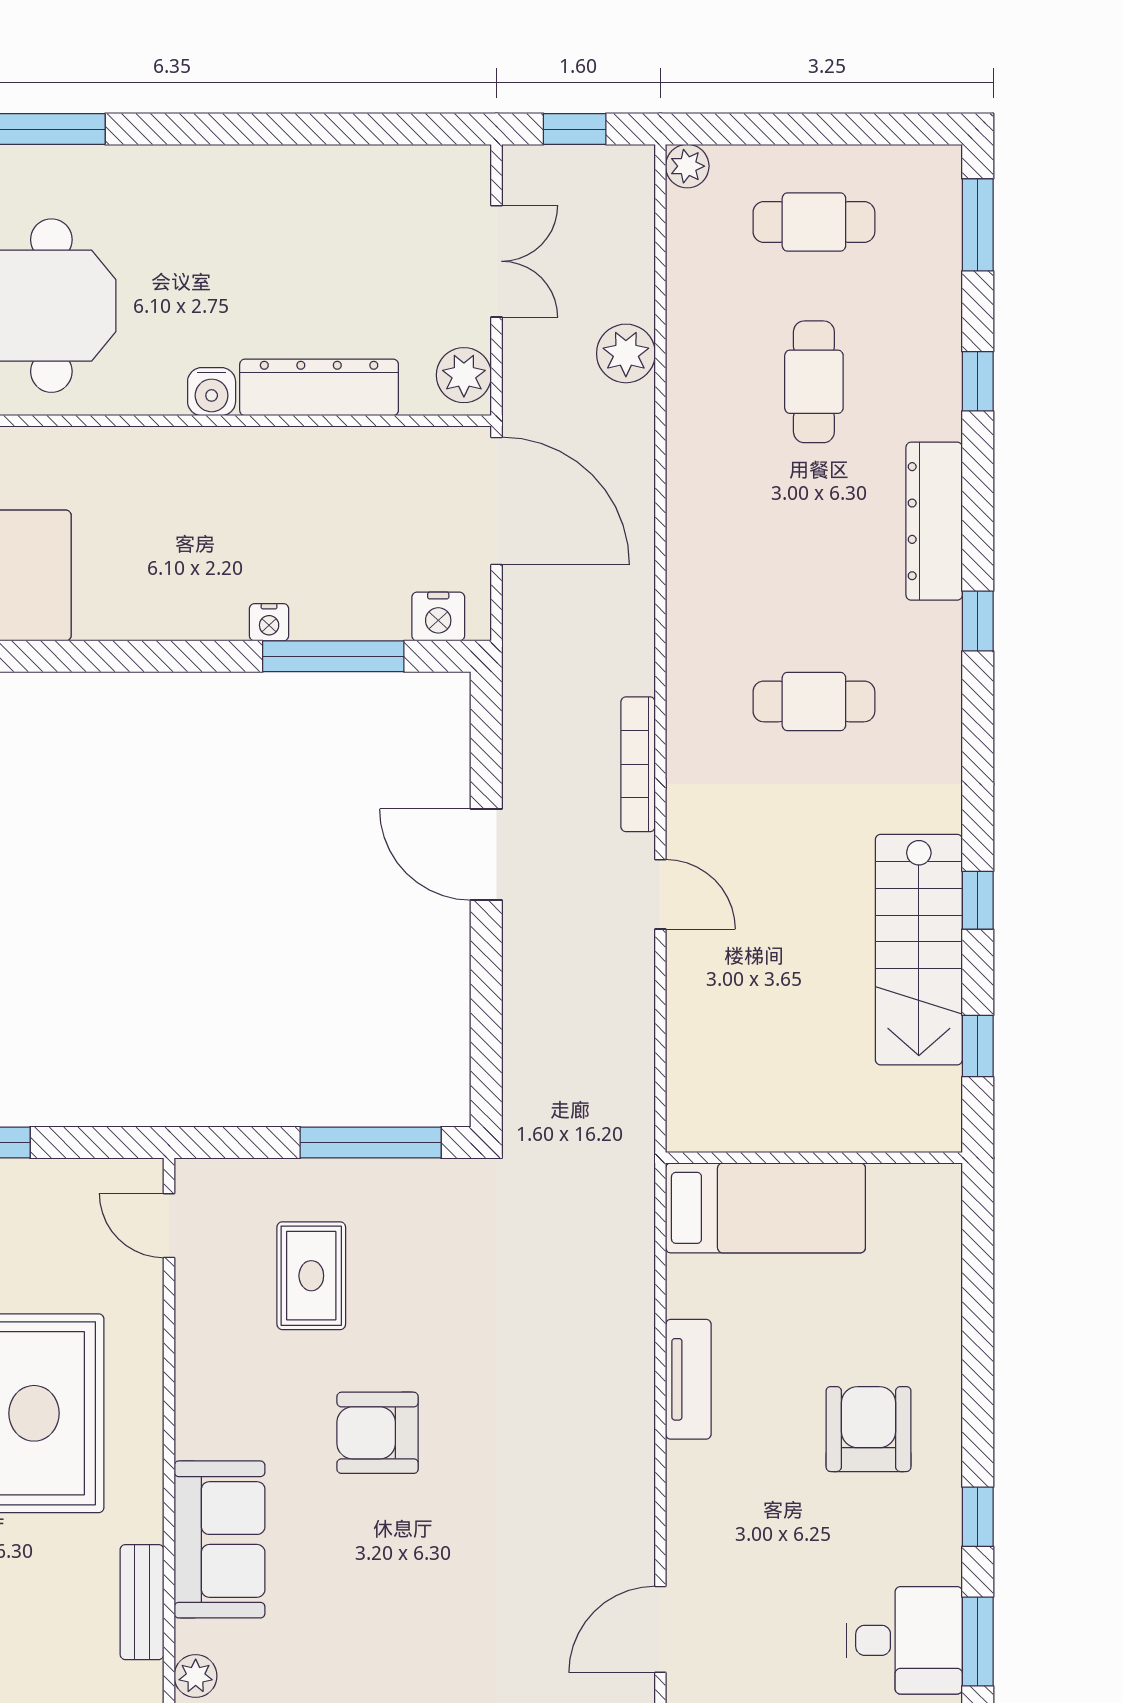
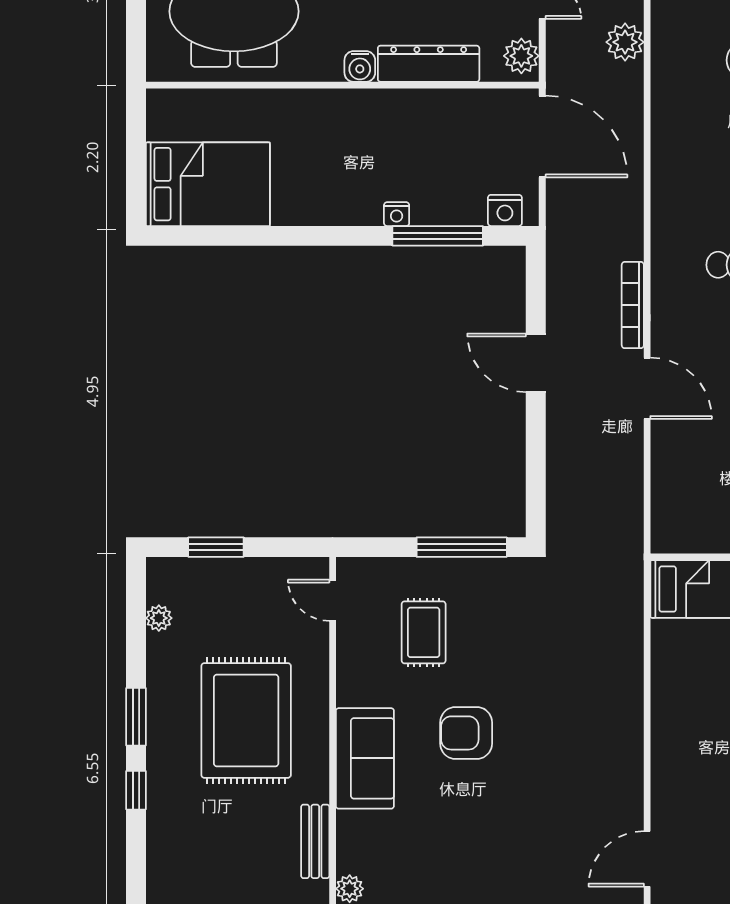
door: (660, 894) -> (647, 388), width x1.38
tv unit: (688, 1379) -> (665, 699), removed
sofa: (220, 1539) -> (365, 758), moved

